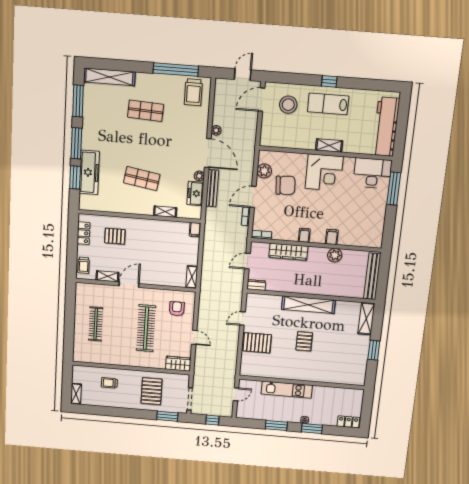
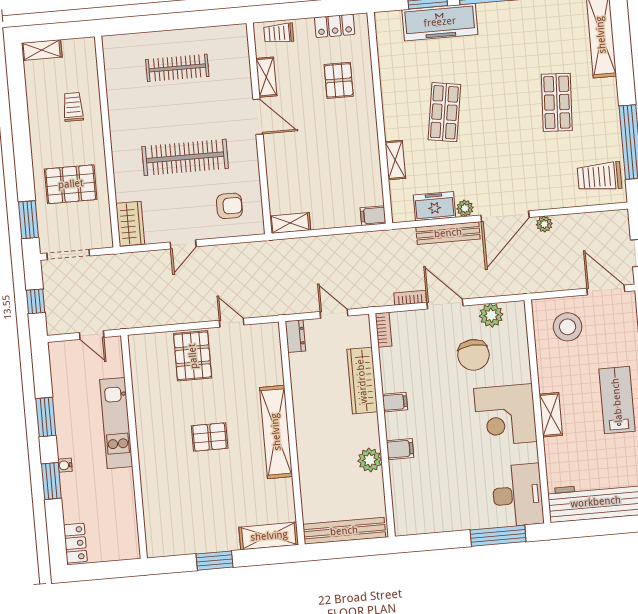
stool: (288, 105) -> (568, 327), moved

